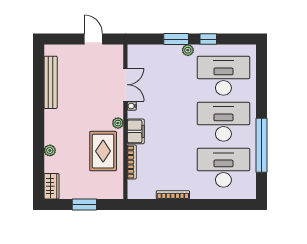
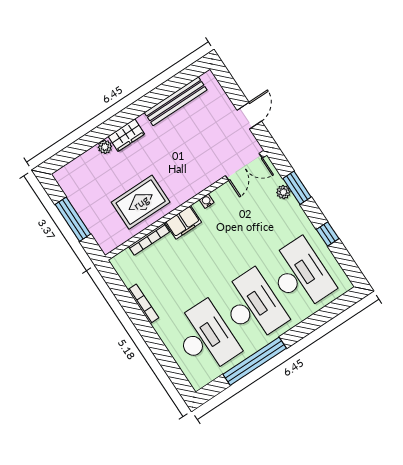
window: (176, 39) -> (297, 188), moved
plant: (188, 50) -> (283, 192), moved
double door: (125, 85) -> (244, 167), moved
plant: (118, 123) -> (180, 198), removed
wardrobe: (51, 186) -> (126, 135), moved
window: (84, 205) -> (73, 219), width x1.44

